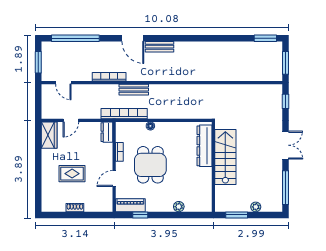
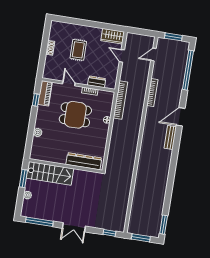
bench: (134, 90) -> (139, 111), removed
dresser: (107, 132) -> (97, 82), moved
stairs: (225, 157) -> (50, 173), moved

